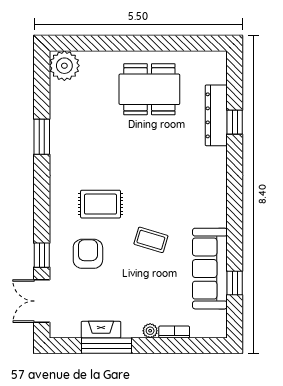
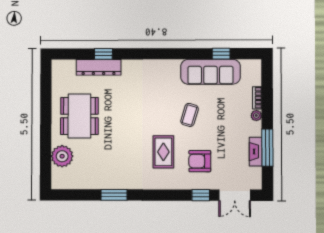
plant: (64, 66) -> (62, 156), moved

